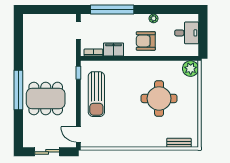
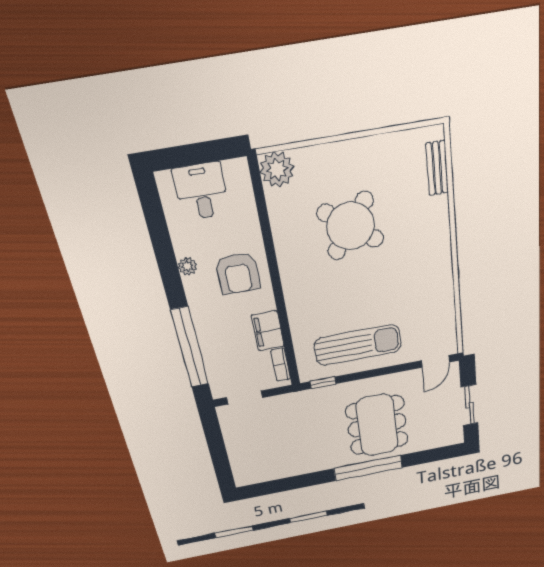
round table: (159, 98) -> (350, 226), turned 37

